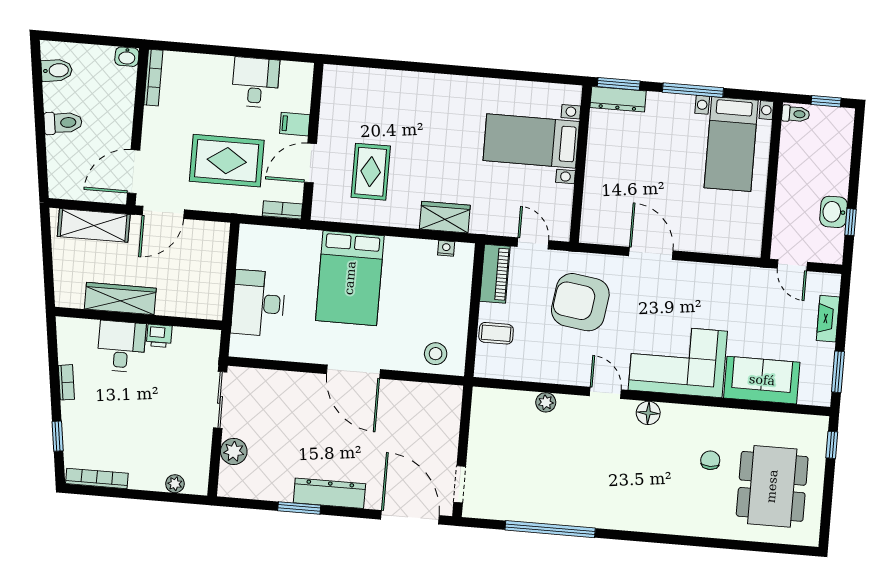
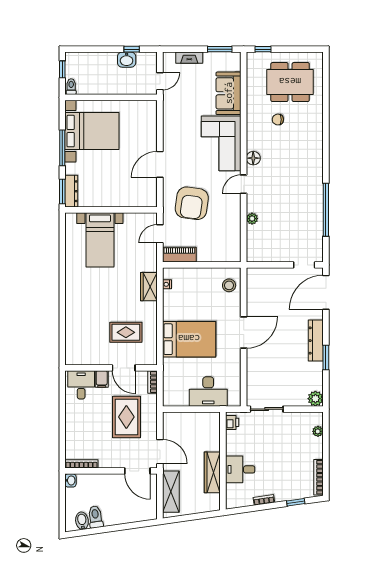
desk: (255, 82) -> (81, 385), moved, turned 90
toilet: (63, 123) -> (95, 517), moved
bed with nightstands: (731, 144) -> (92, 131), width x1.36
coffee table: (496, 333) -> (214, 251), removed
printer: (159, 336) -> (232, 422), moved
plant: (234, 451) -> (315, 399), moved

